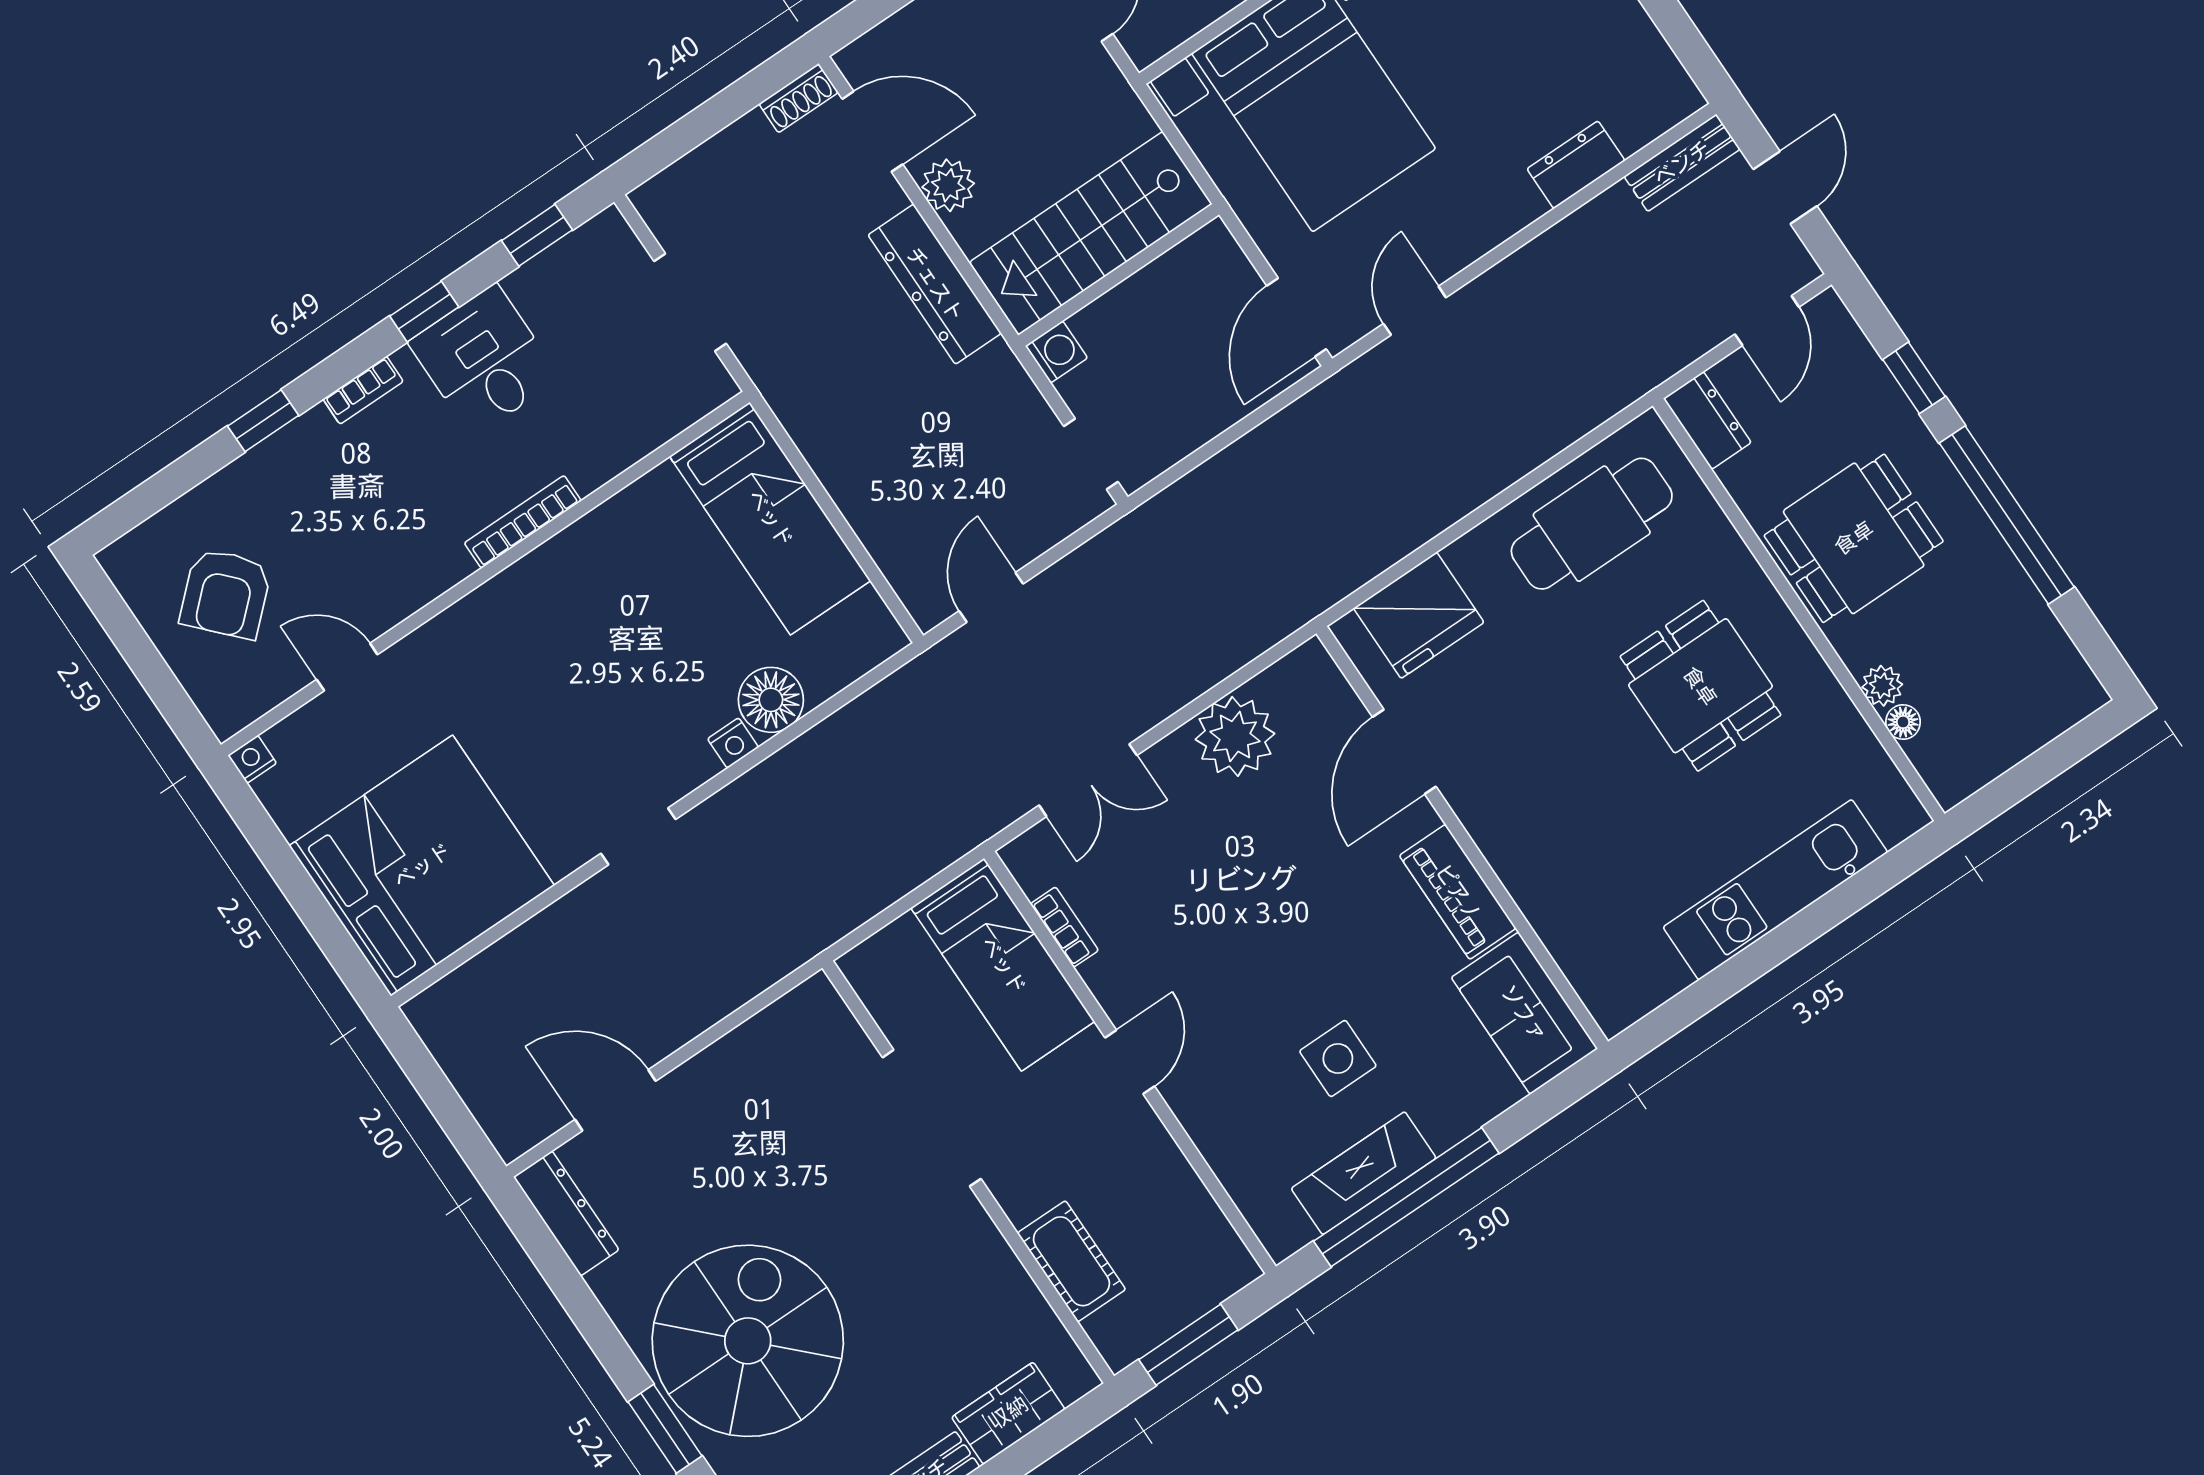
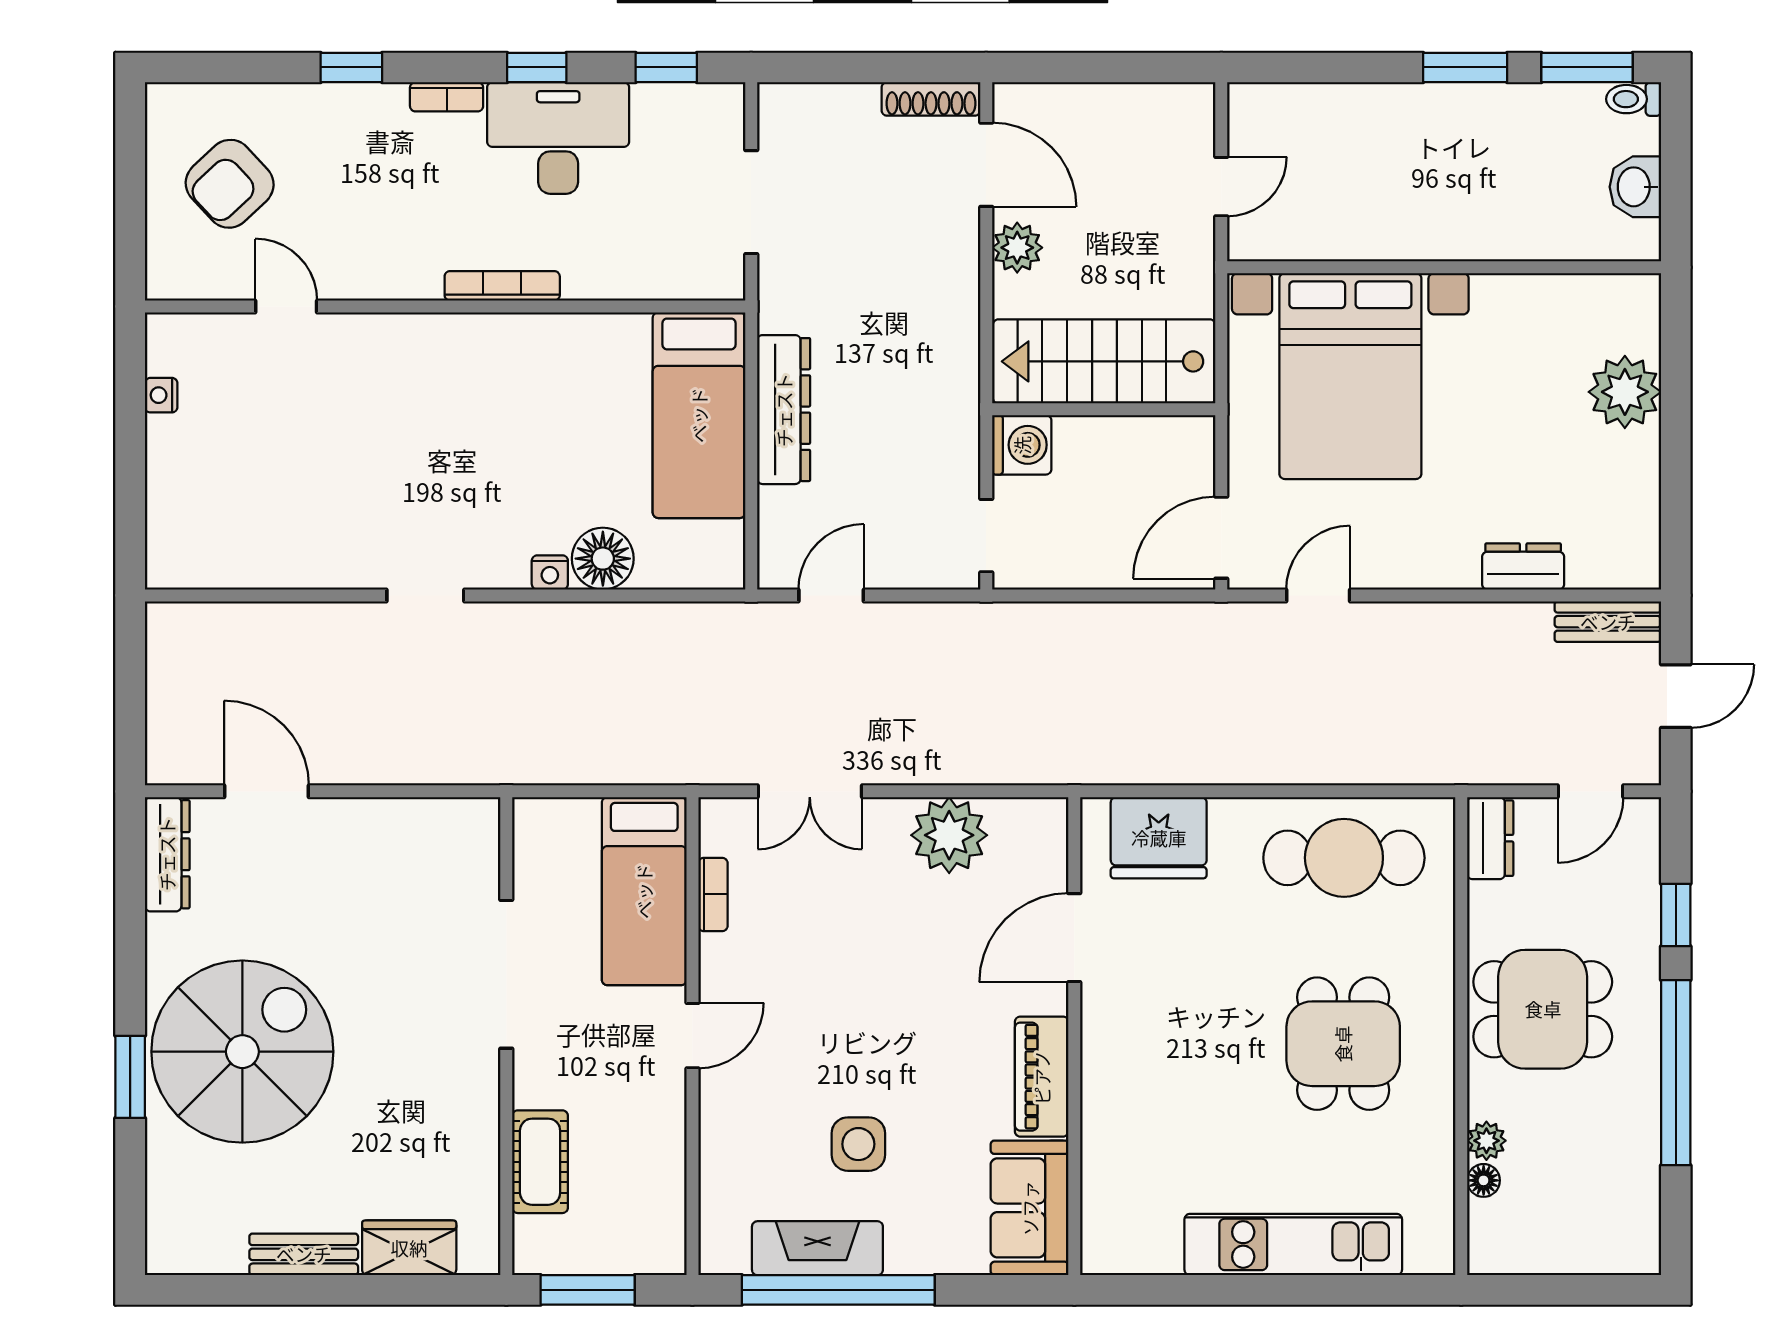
shoe rack: (799, 98) -> (931, 99), width x1.43
dresser: (935, 284) -> (784, 410), moved, turned 180
washing machine: (1056, 352) -> (1022, 445), width x1.38, depth x1.38
desk: (484, 360) -> (558, 138), width x1.37
nightstand: (252, 759) -> (161, 395), moved, turned -90
bed: (422, 866) -> (239, 503), removed

